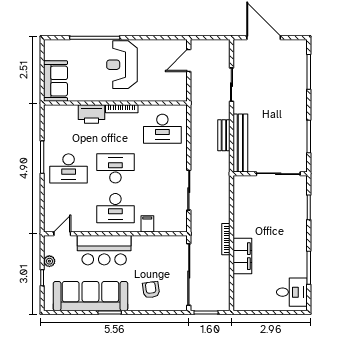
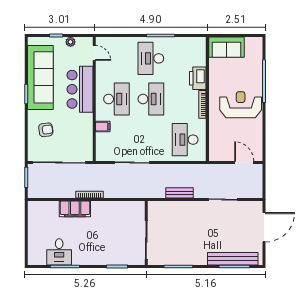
bench: (240, 143) -> (233, 259), moved
desk: (115, 208) -> (116, 99), turned 180
desk: (292, 292) -> (59, 252), moved

